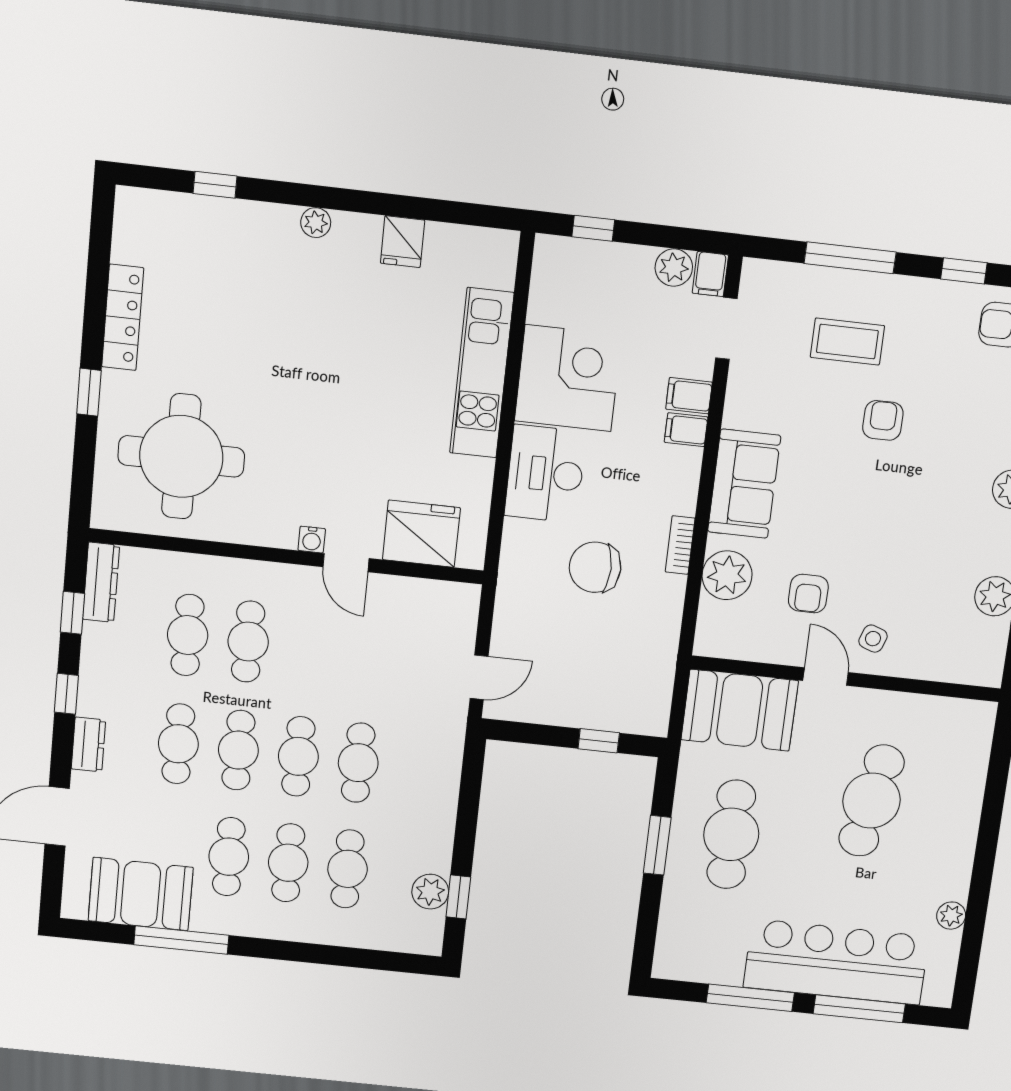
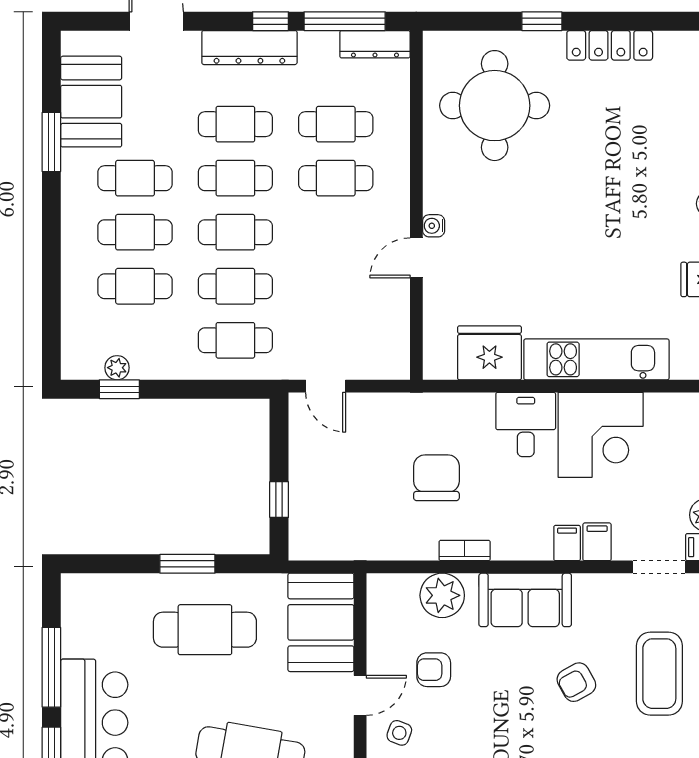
coffee table: (847, 341) -> (659, 674), width x1.36, depth x1.32
armchair: (883, 420) -> (576, 682), moved, turned 151
desk: (545, 474) -> (526, 425), width x0.73
fridge: (421, 534) -> (489, 353), moved, turned -90
window: (72, 613) -> (345, 21), width x2.17
dresser: (88, 744) -> (249, 48), width x1.96, depth x1.24
cafe table: (418, 769) -> (235, 340), added
plant: (430, 892) -> (117, 368), width x0.73, depth x0.73
window: (181, 940) -> (51, 142), width x0.69

